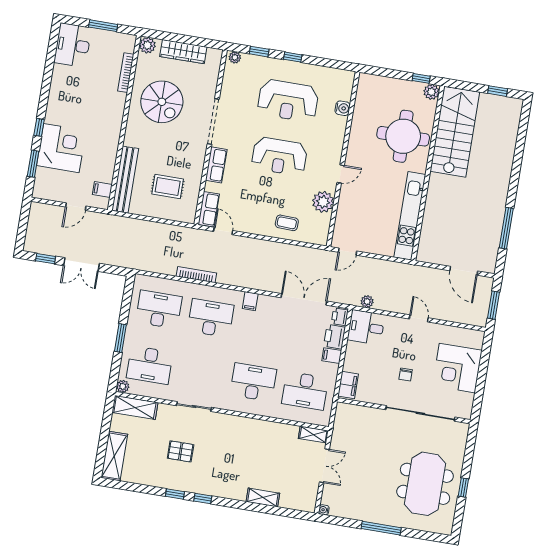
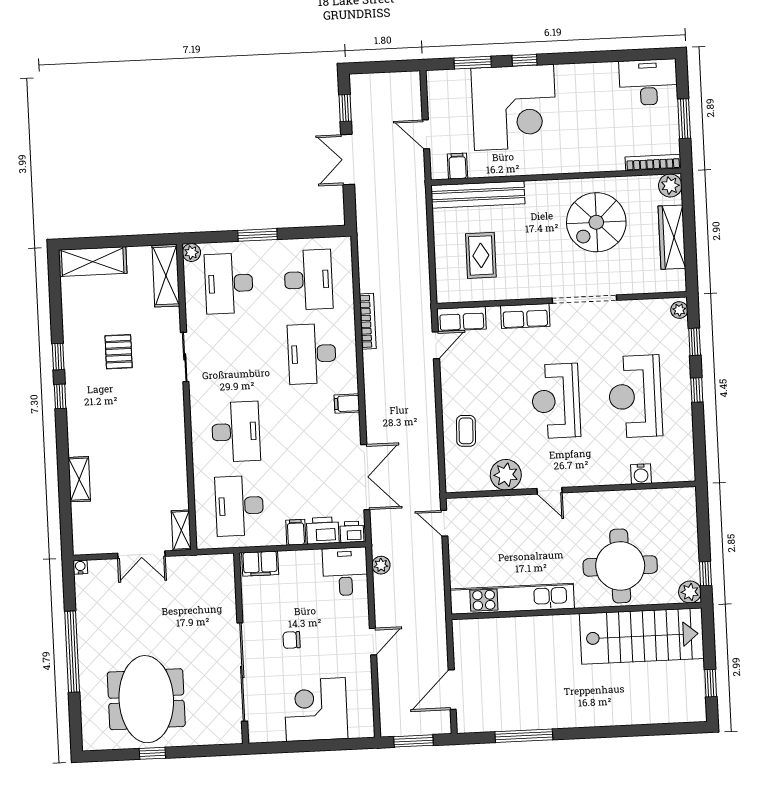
bookcase: (126, 73) -> (653, 163), moved
corner desk: (61, 148) -> (514, 107), width x1.36, depth x1.36
desk: (211, 318) -> (312, 354), turned 180
meeting table: (425, 484) -> (146, 699), turned 90
window: (381, 528) -> (72, 652), width x1.46

